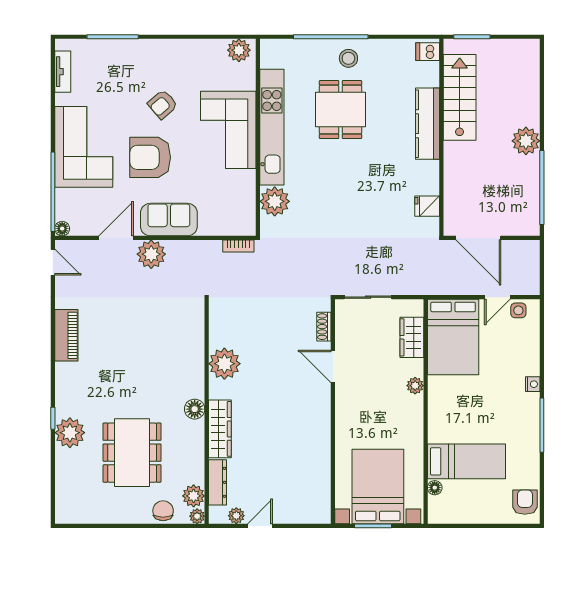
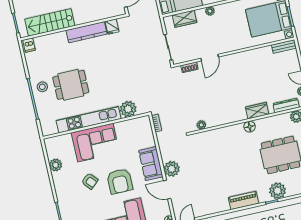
plant: (239, 50) -> (56, 165), moved
kitchen counter: (427, 124) -> (86, 32), moved
piano: (66, 335) -> (243, 200), moved
plant: (224, 364) -> (201, 125), moved, width x0.53, depth x0.53
wardrobe: (220, 429) -> (257, 111), width x0.67
bench: (323, 502) -> (284, 47), added

